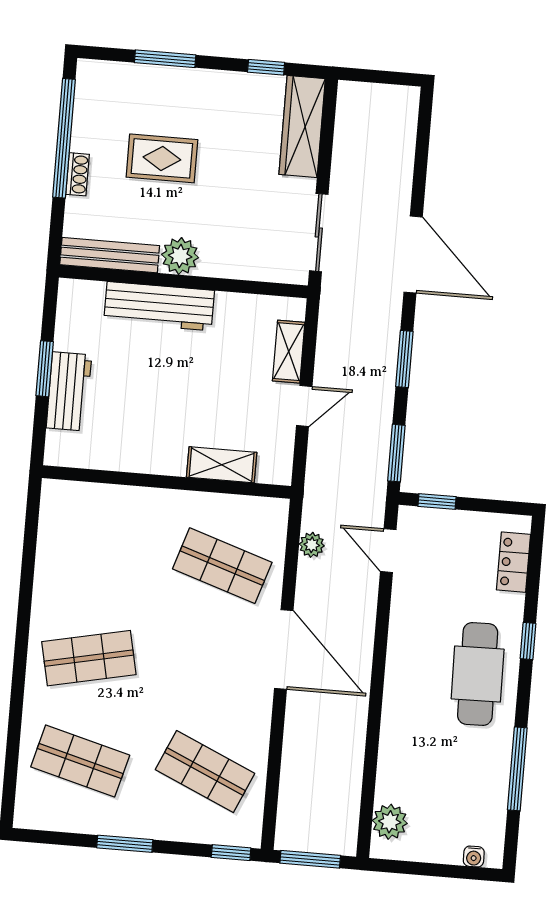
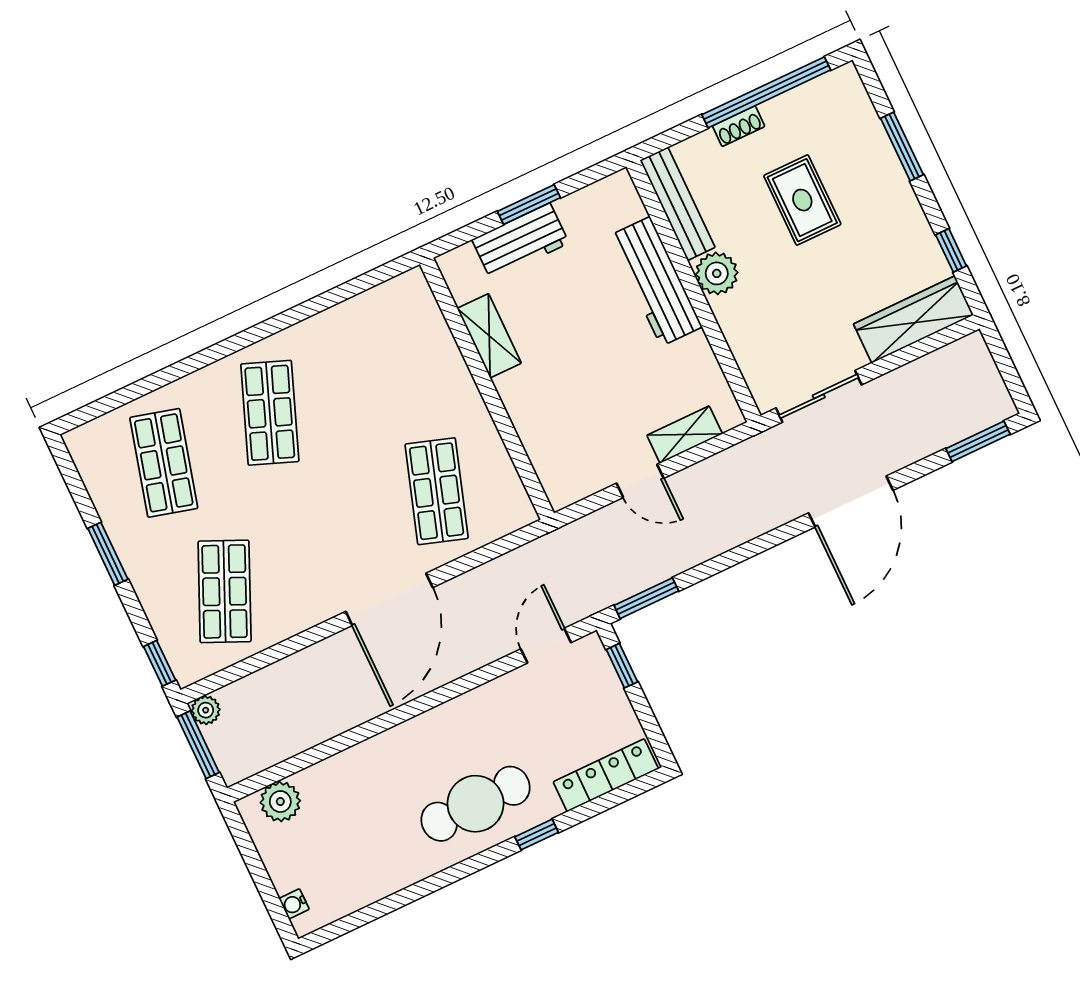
window: (404, 359) -> (978, 441), moved
shelving: (222, 465) -> (489, 336), moved
plant: (312, 545) -> (206, 710), moved
locker: (514, 562) -> (606, 775), width x1.53
shop shelf: (89, 658) -> (270, 413), turned 33
window: (517, 769) -> (405, 897), removed

